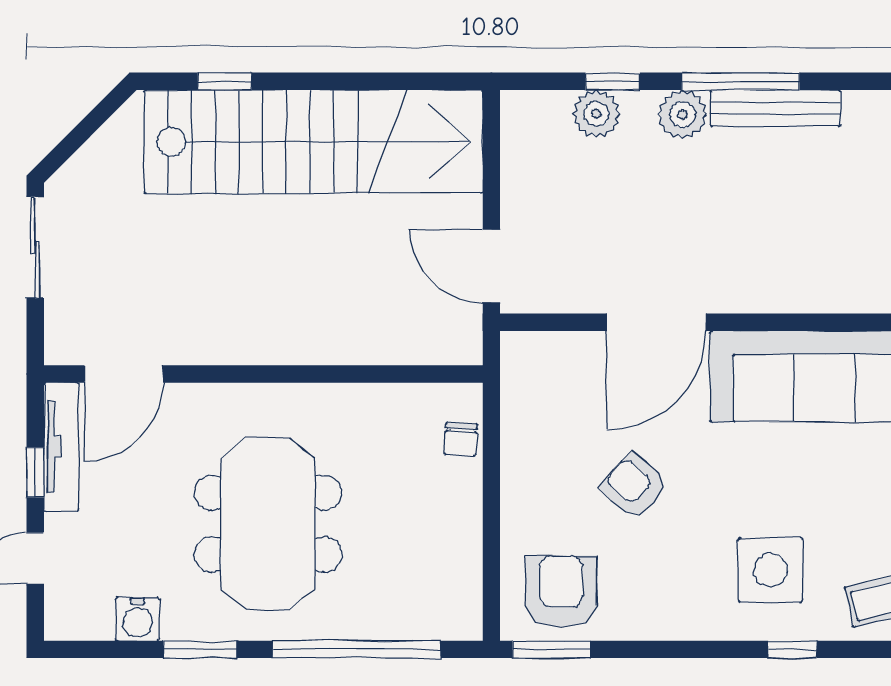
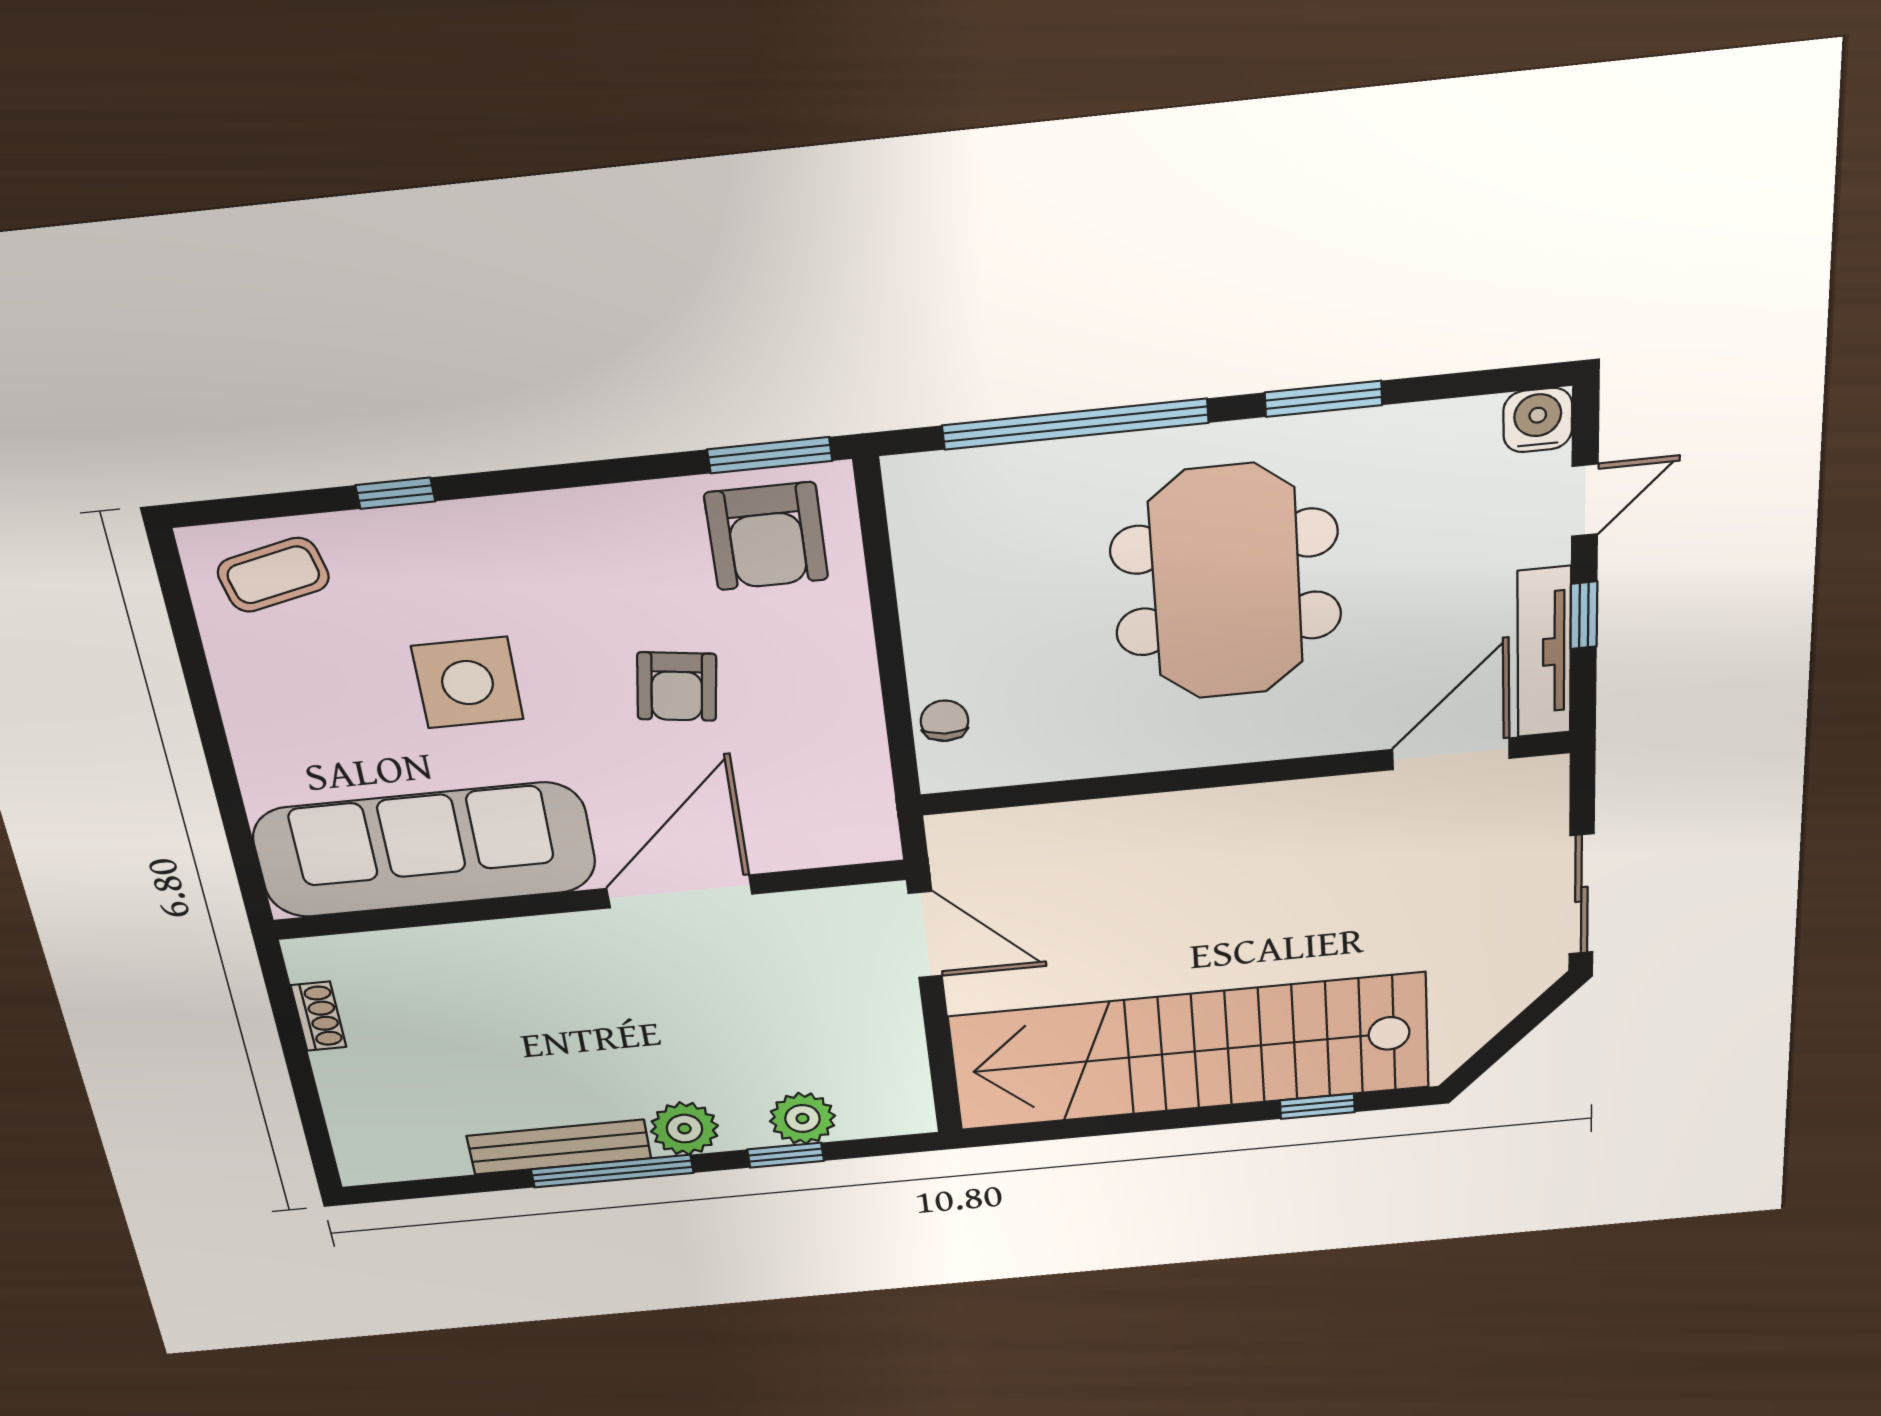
armchair: (635, 486) -> (677, 687), turned 57
side table: (770, 570) -> (468, 683), moved
water cooler: (138, 619) -> (1538, 420), moved

